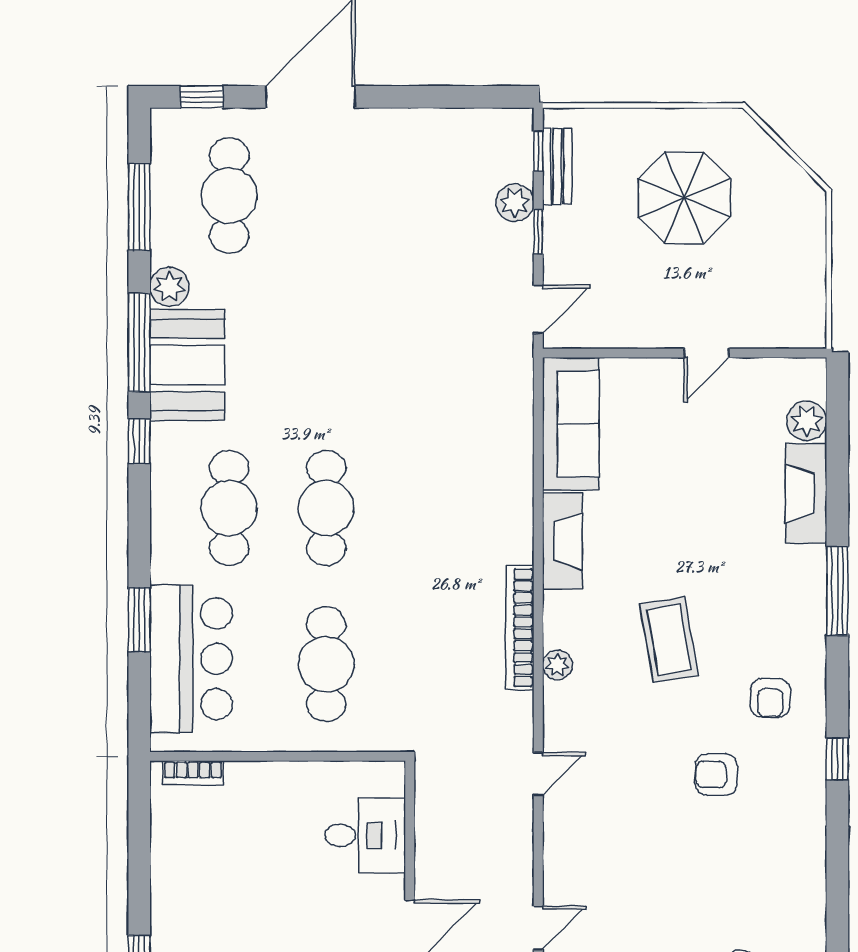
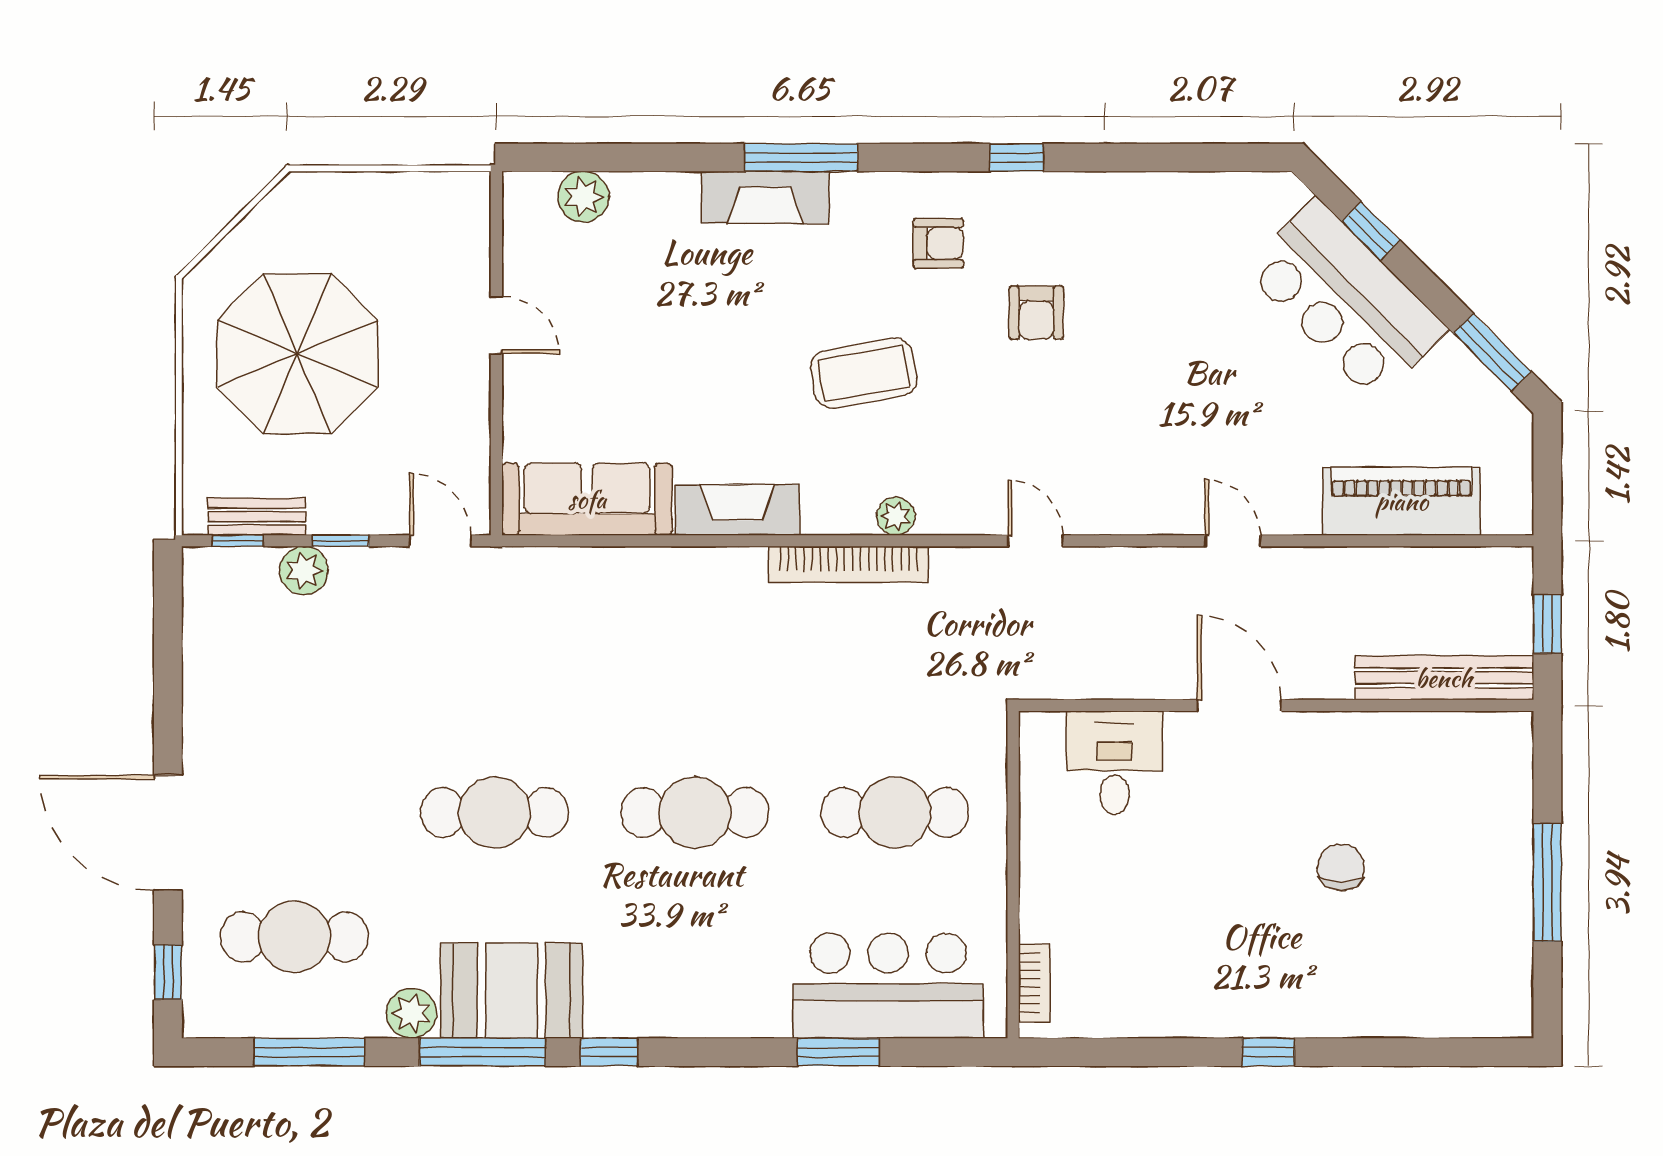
parasol: (684, 198) -> (297, 354), width x1.36, depth x1.36
fireplace: (806, 493) -> (765, 197), moved
cafe table: (229, 508) -> (495, 812), moved

